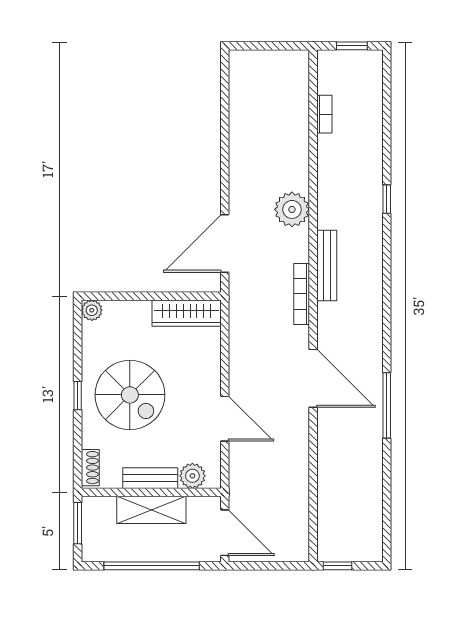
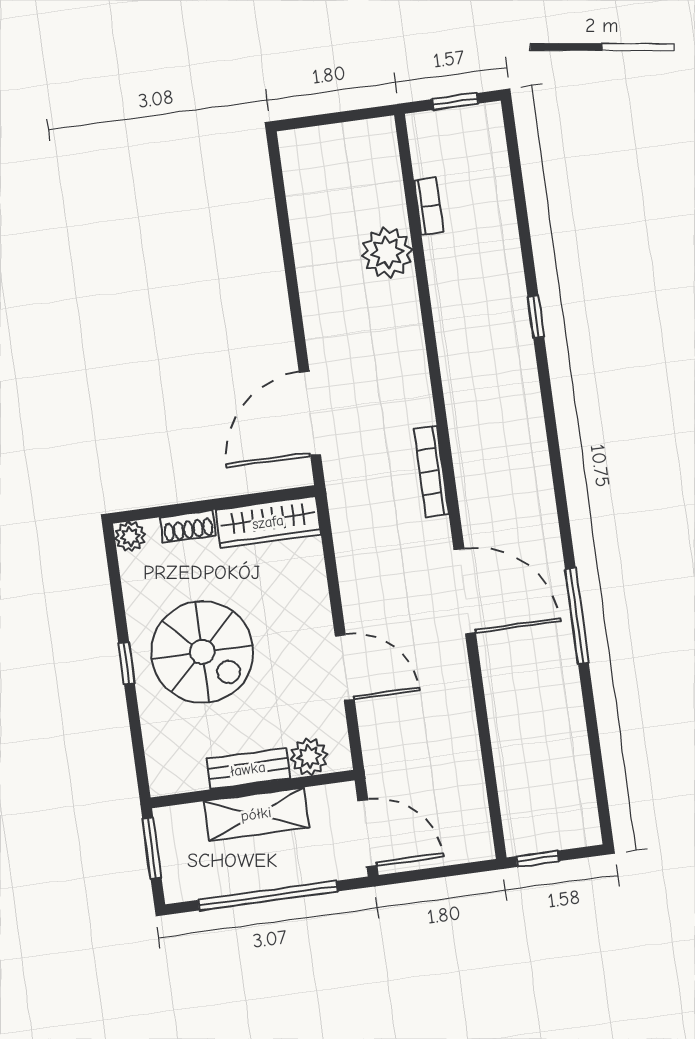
plant: (292, 209) -> (387, 253), moved
bench: (327, 265) -> (462, 425), removed
shoe rack: (90, 468) -> (188, 526), moved, turned 90

